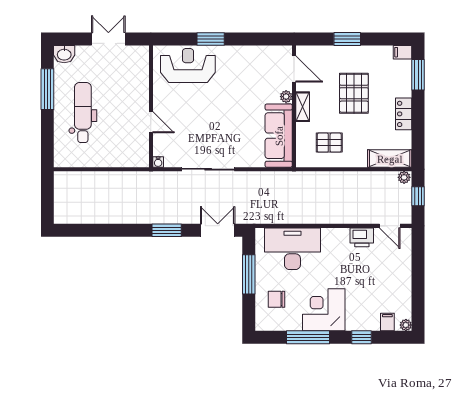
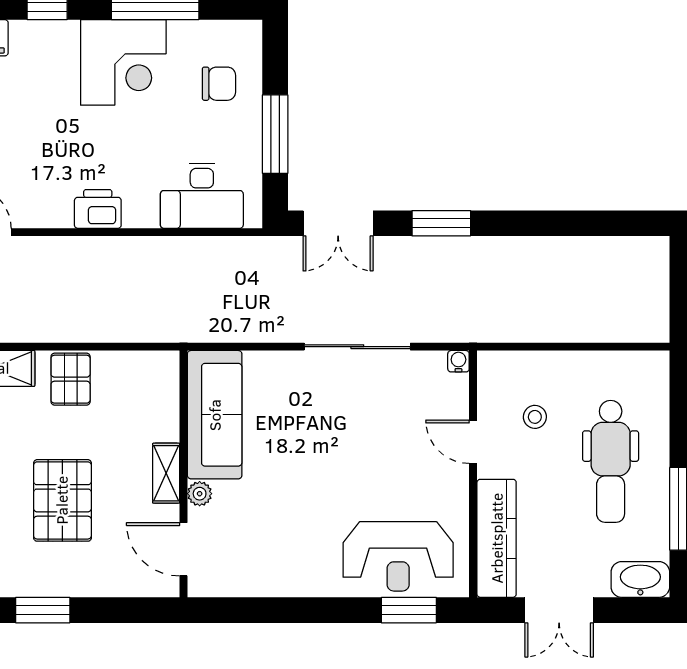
window: (211, 39) -> (409, 610), moved
window: (347, 39) -> (43, 610), moved
washbasin: (64, 54) -> (640, 579), width x1.38
kitchen counter: (139, 74) -> (497, 538), added
stool: (120, 135) -> (535, 417), added
pallet: (329, 143) -> (71, 379), moved, turned 90
printer: (362, 237) -> (98, 209), moved
desk: (292, 249) -> (202, 196), width x0.73, depth x0.77

